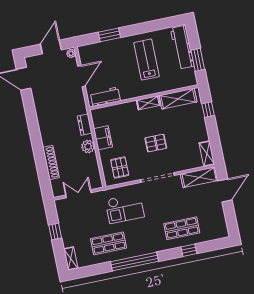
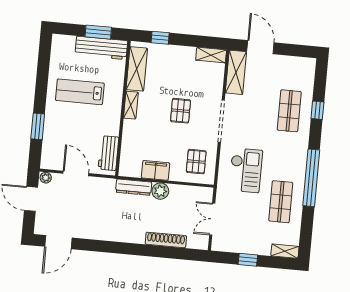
workbench: (182, 47) -> (101, 48), moved
dresser: (85, 125) -> (134, 187), width x1.44
pallet: (120, 167) -> (196, 162), turned 90

